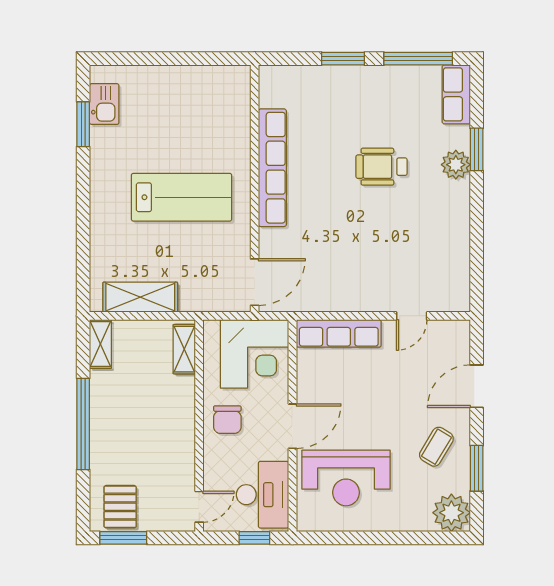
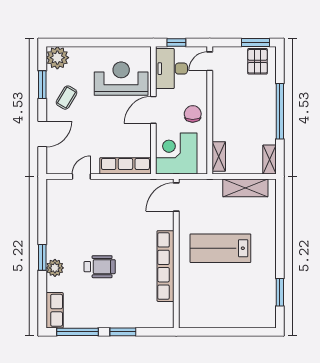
kitchen sink: (104, 104) -> (267, 304), removed
window: (477, 149) -> (42, 257), moved

